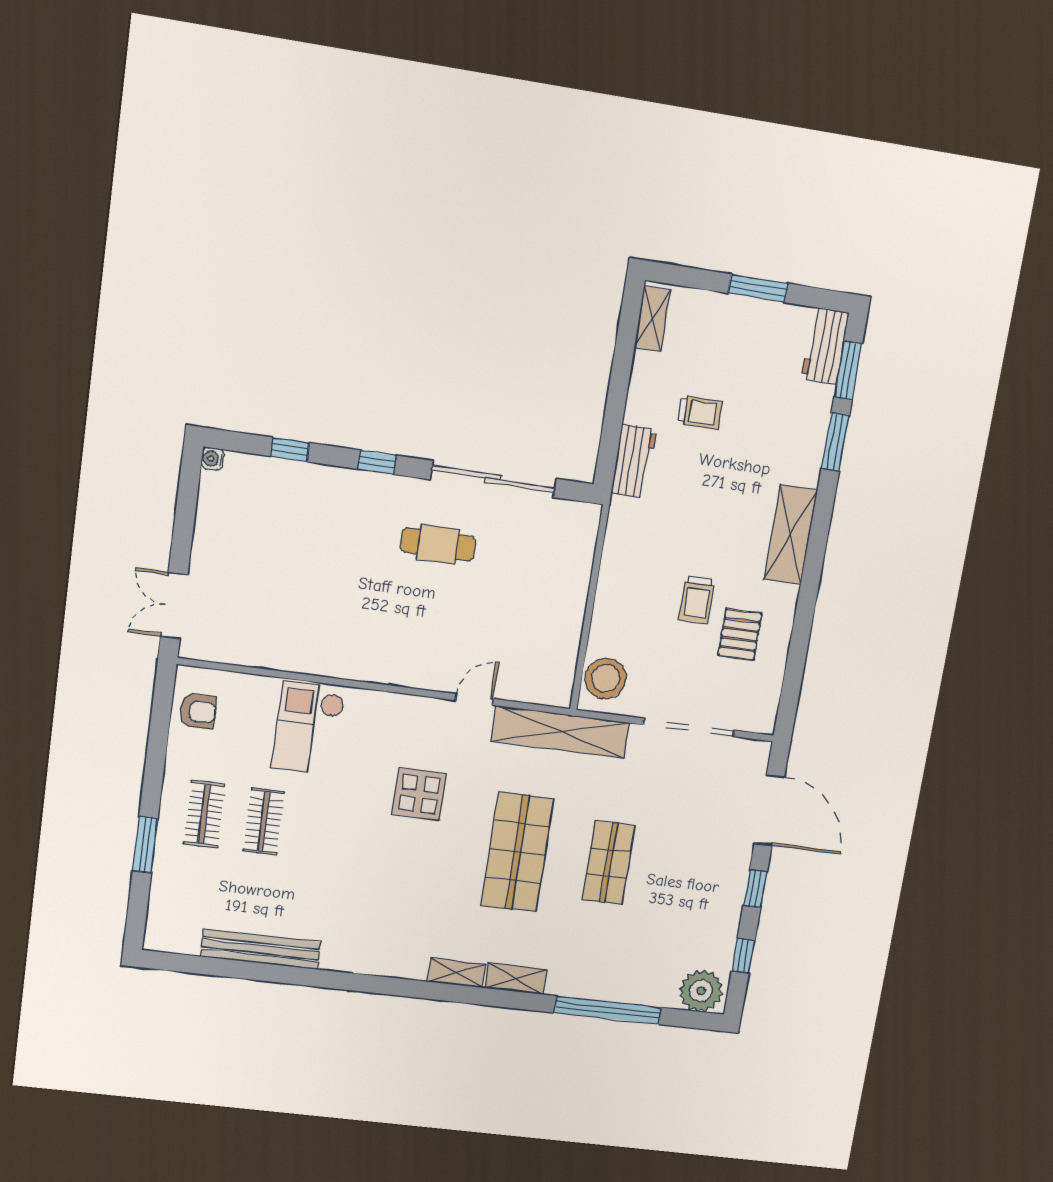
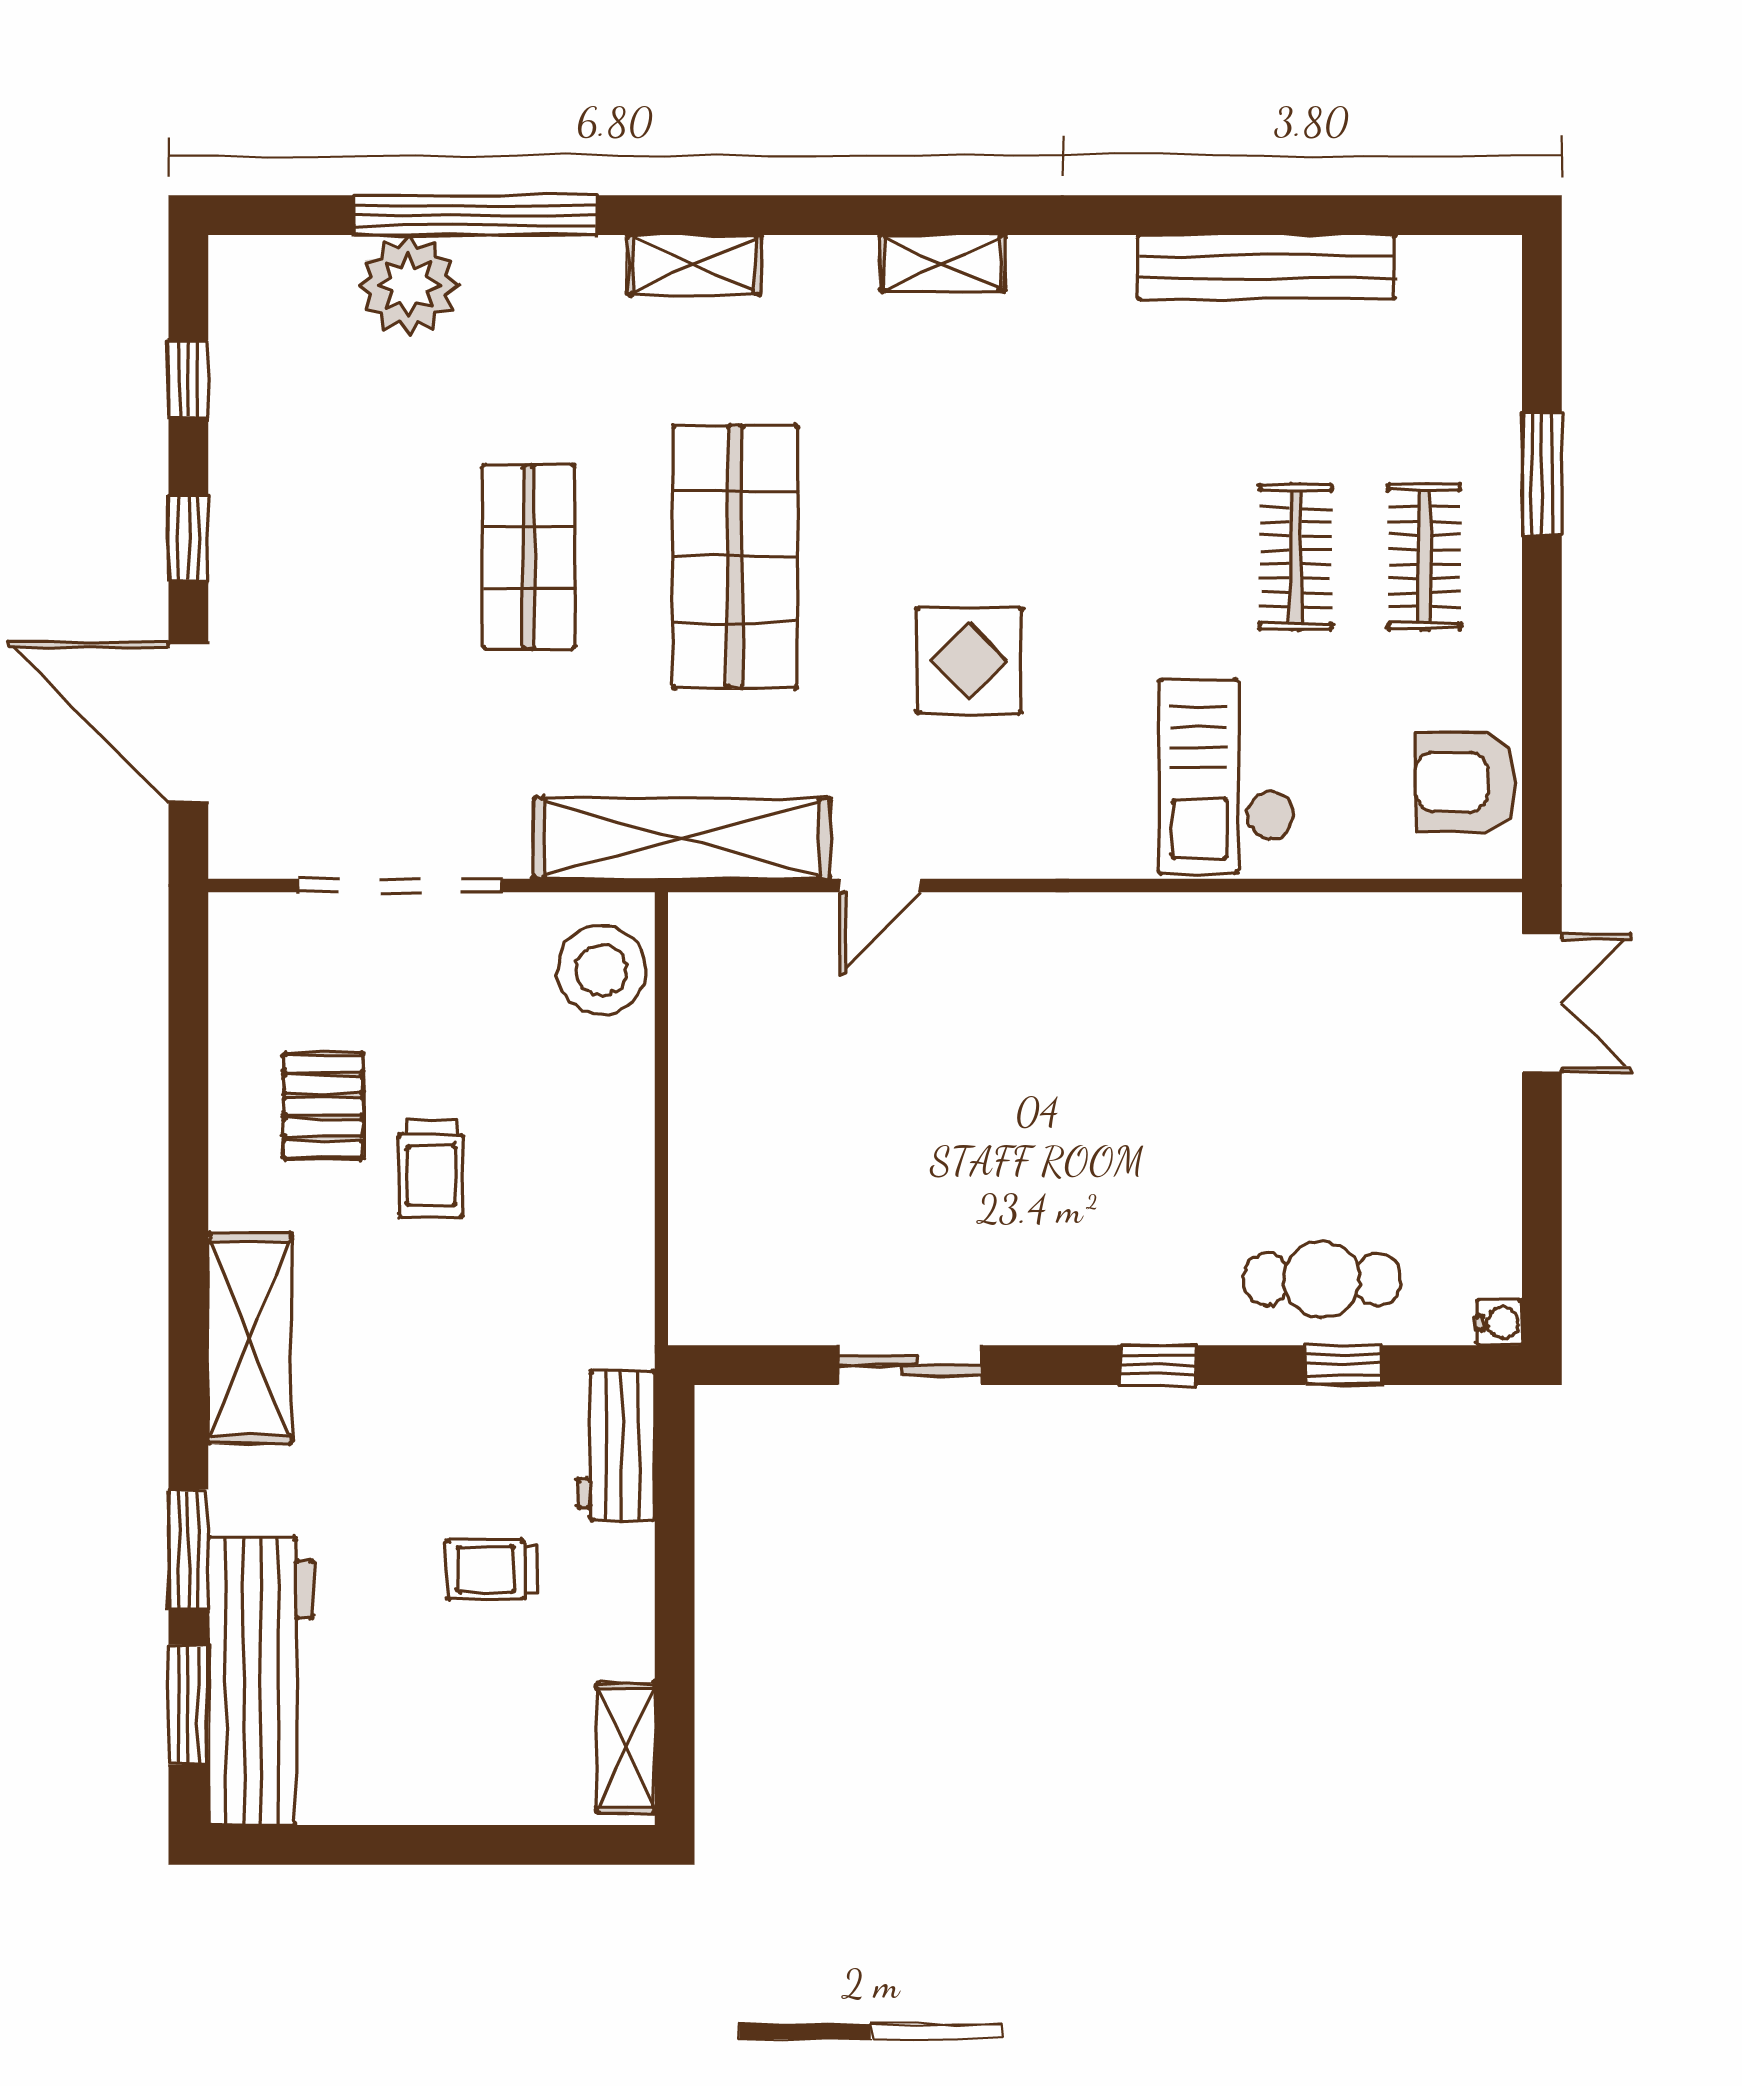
window: (758, 288) -> (413, 1845), removed
workbench: (825, 346) -> (260, 1681), width x1.87, depth x1.32
sliding door: (493, 479) -> (910, 1365), width x0.54
cafe table: (438, 544) -> (1322, 1279), moved
trolley: (697, 600) -> (431, 1169), turned 180
armchair: (198, 711) -> (1466, 782), width x1.38, depth x1.38
checkout: (308, 728) -> (1227, 776), turned 180
shelving: (457, 973) -> (942, 263), moved
plant: (701, 991) -> (408, 285), moved

